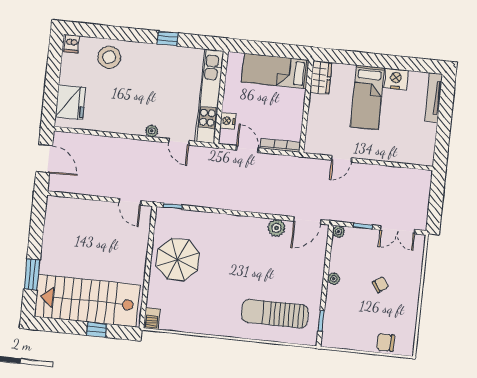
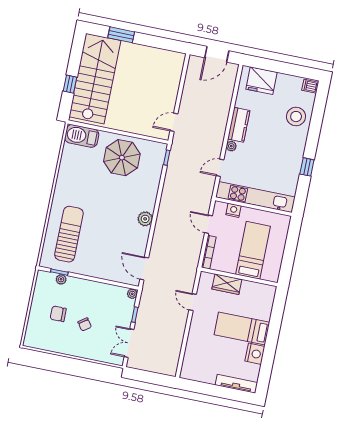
bed: (275, 71) -> (253, 250), moved
wardrobe: (321, 77) -> (227, 284), moved
kitchen counter: (125, 124) -> (239, 125), added
door: (247, 149) -> (208, 224), swing flipped
plant: (277, 228) -> (145, 219), moved
plant: (334, 279) -> (61, 279), moved
barbecue: (152, 318) -> (82, 136), width x1.88, depth x1.53
chair: (386, 342) -> (58, 314), moved, turned -90

